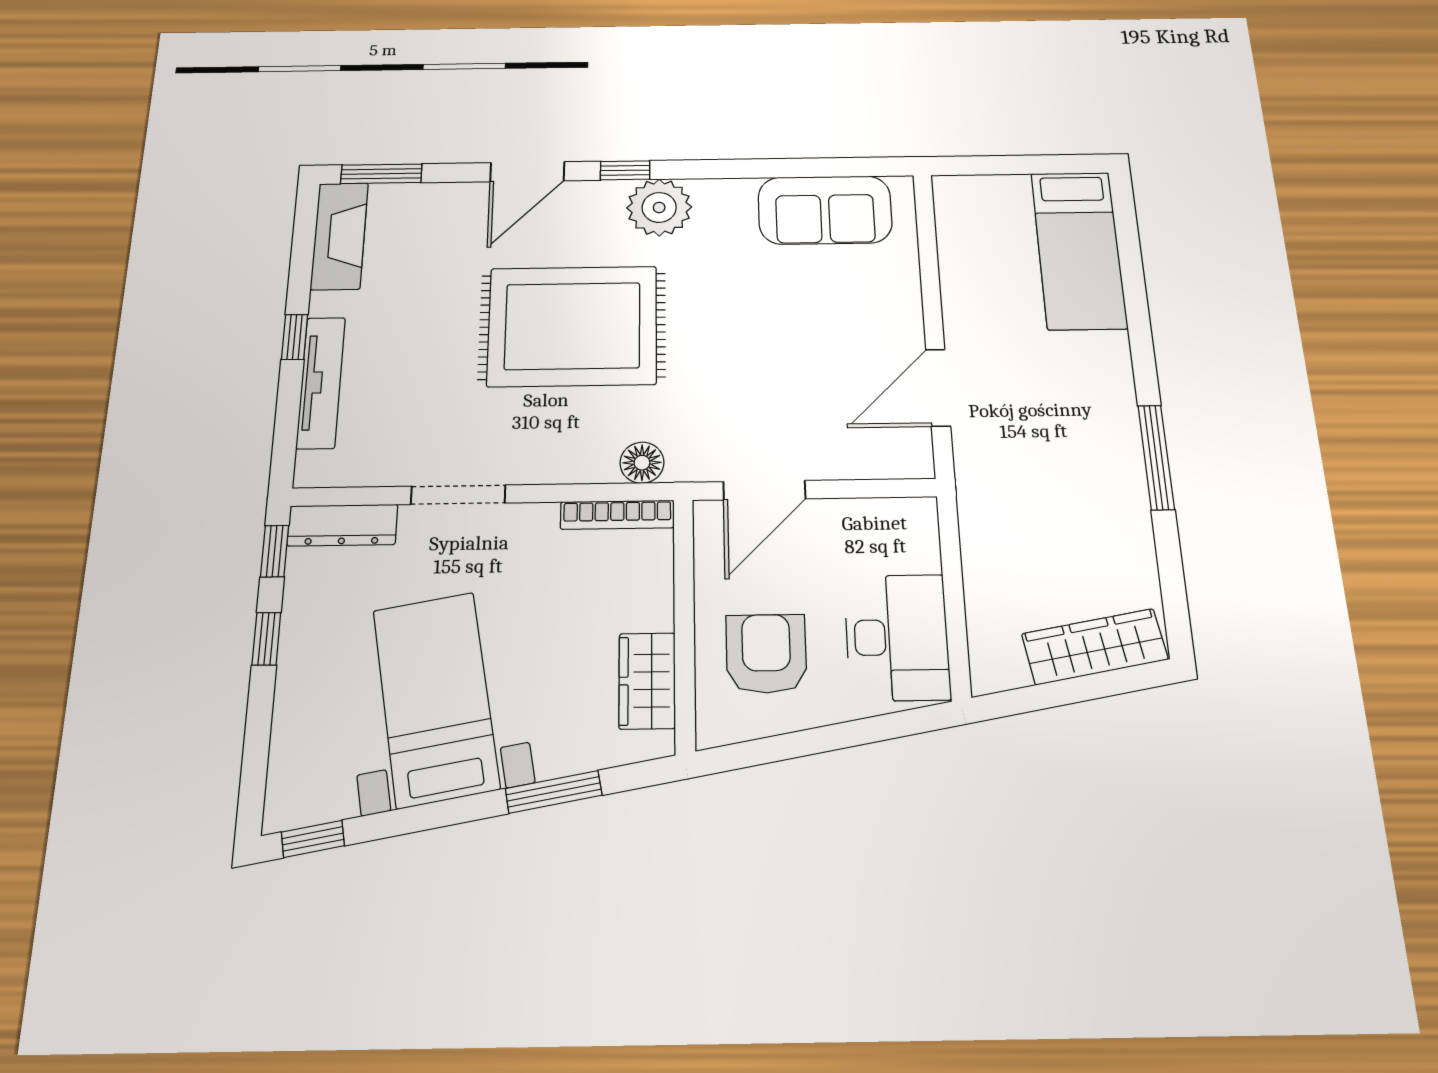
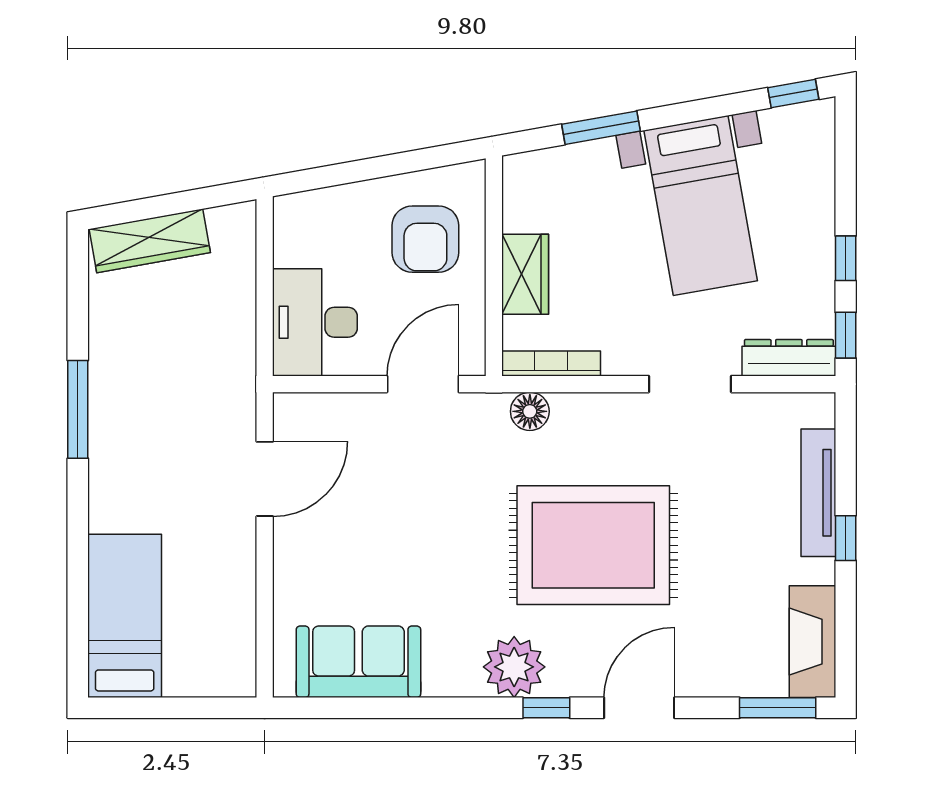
desk: (897, 637) -> (315, 322), moved
wardrobe: (647, 681) -> (525, 274), moved

